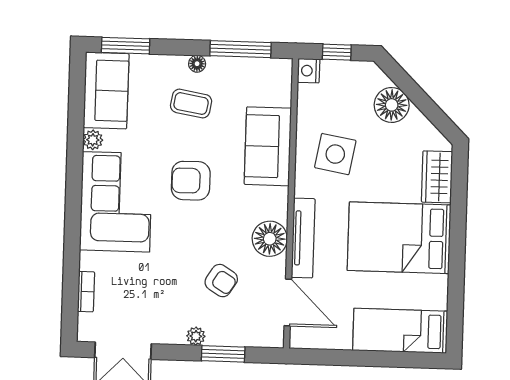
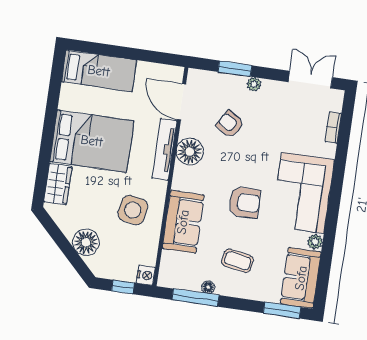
floor lamp: (197, 64) -> (208, 287), moved

